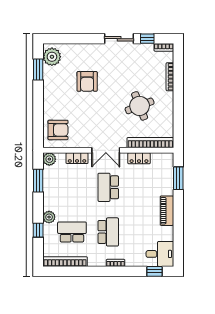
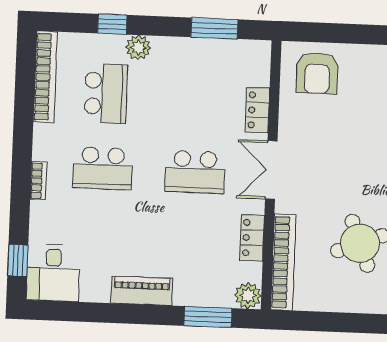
plant: (49, 159) -> (248, 296), moved
school desk: (108, 187) -> (195, 172), turned 180

